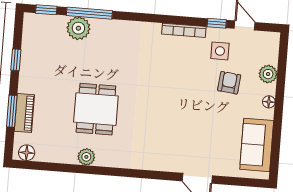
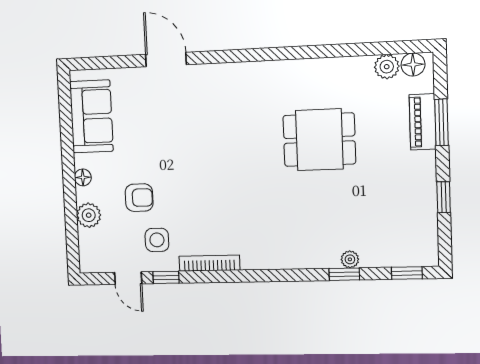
window: (89, 13) -> (344, 274), width x0.46
plant: (78, 28) -> (350, 259), width x0.53, depth x0.53
armchair: (229, 83) -> (139, 198), turned -96
dining table: (96, 109) -> (319, 140), turned 90
plant: (86, 157) -> (387, 67), moved

